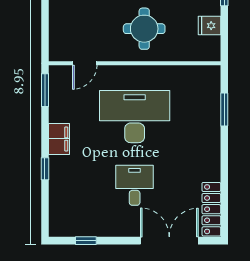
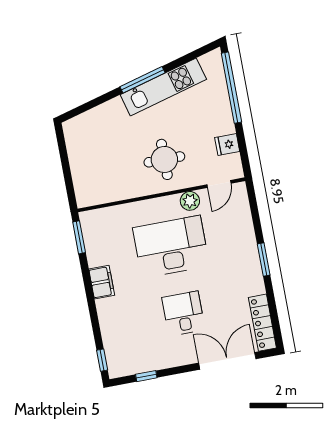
door: (85, 63) -> (219, 184), moved
plant: (162, 75) -> (190, 201), added
window: (224, 109) -> (264, 260), moved
window: (45, 169) -> (102, 360), moved

